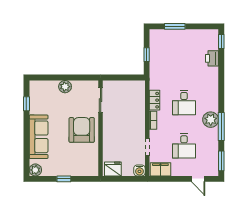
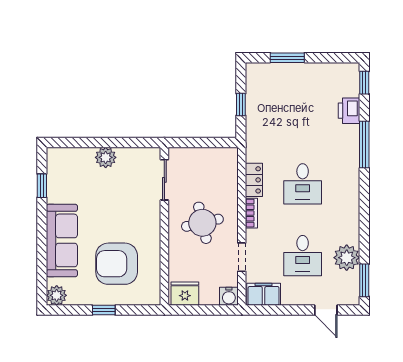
plant: (211, 120) -> (347, 258), moved
round table: (123, 126) -> (202, 223), added
window: (221, 127) -> (364, 144), moved
armchair: (82, 130) -> (117, 264), moved, turned -90

